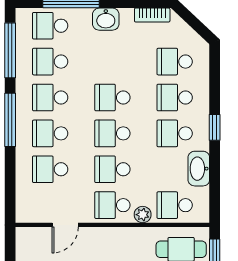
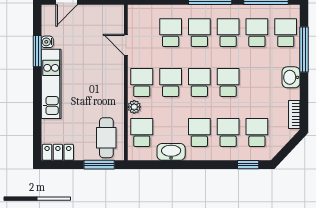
window: (215, 127) -> (248, 165), moved

